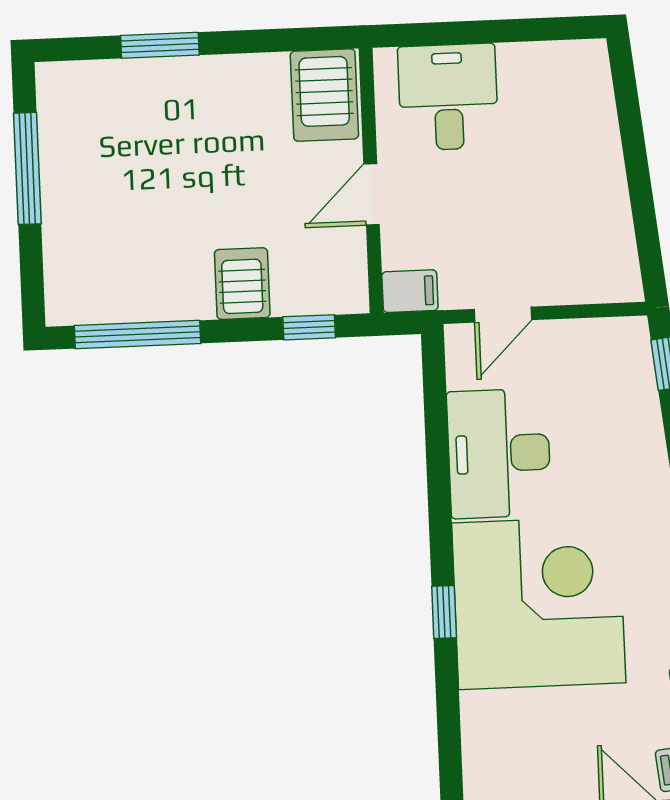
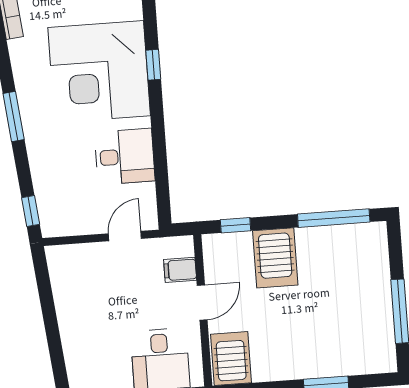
server rack: (242, 284) -> (275, 258), width x1.36, depth x1.44
filing cabinet: (410, 291) -> (180, 270), moved
desk: (499, 453) -> (125, 157), width x0.73

